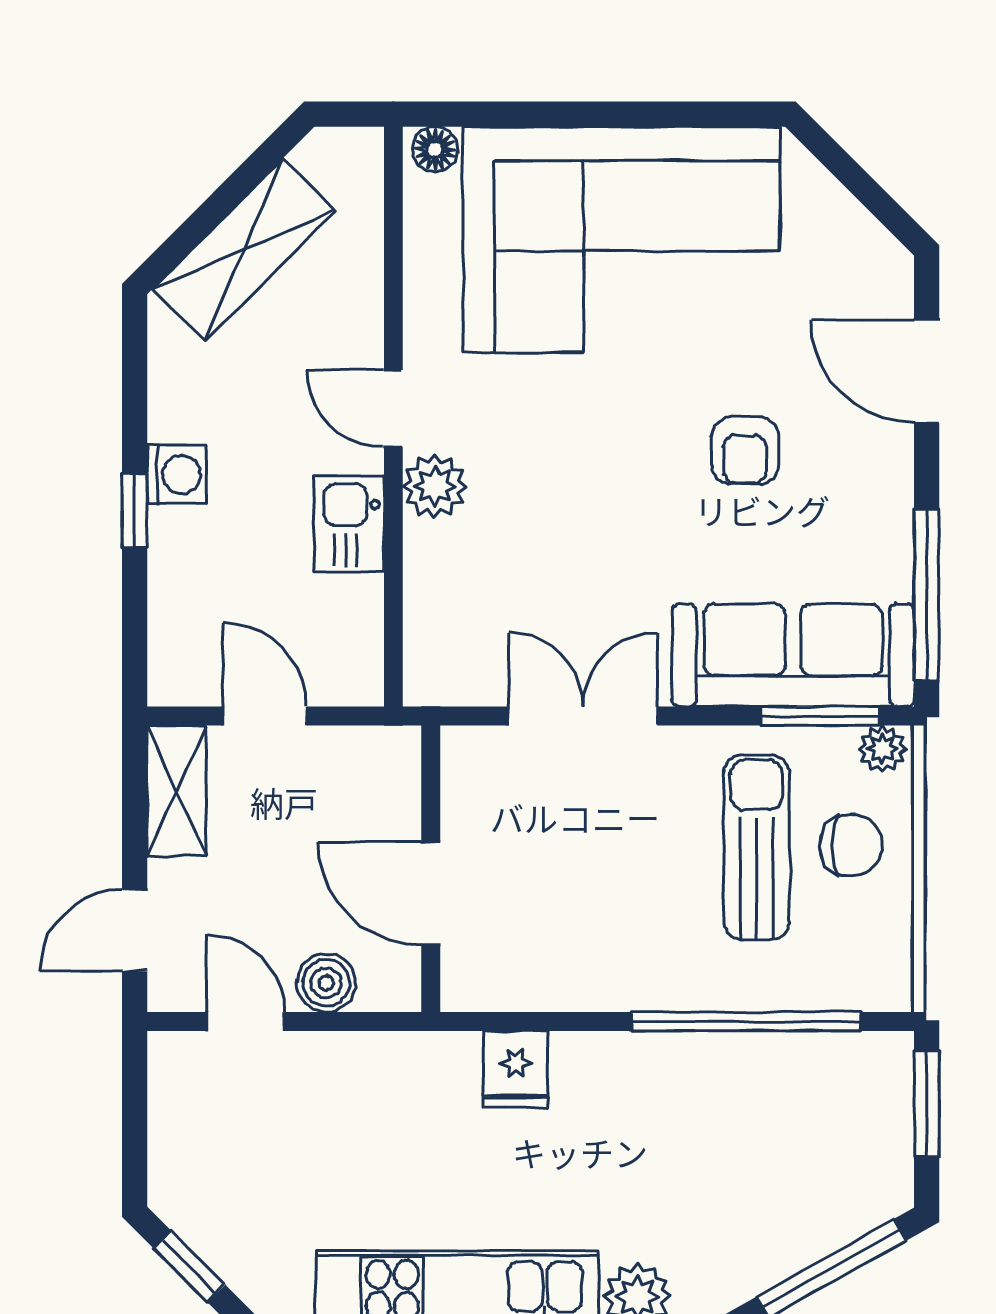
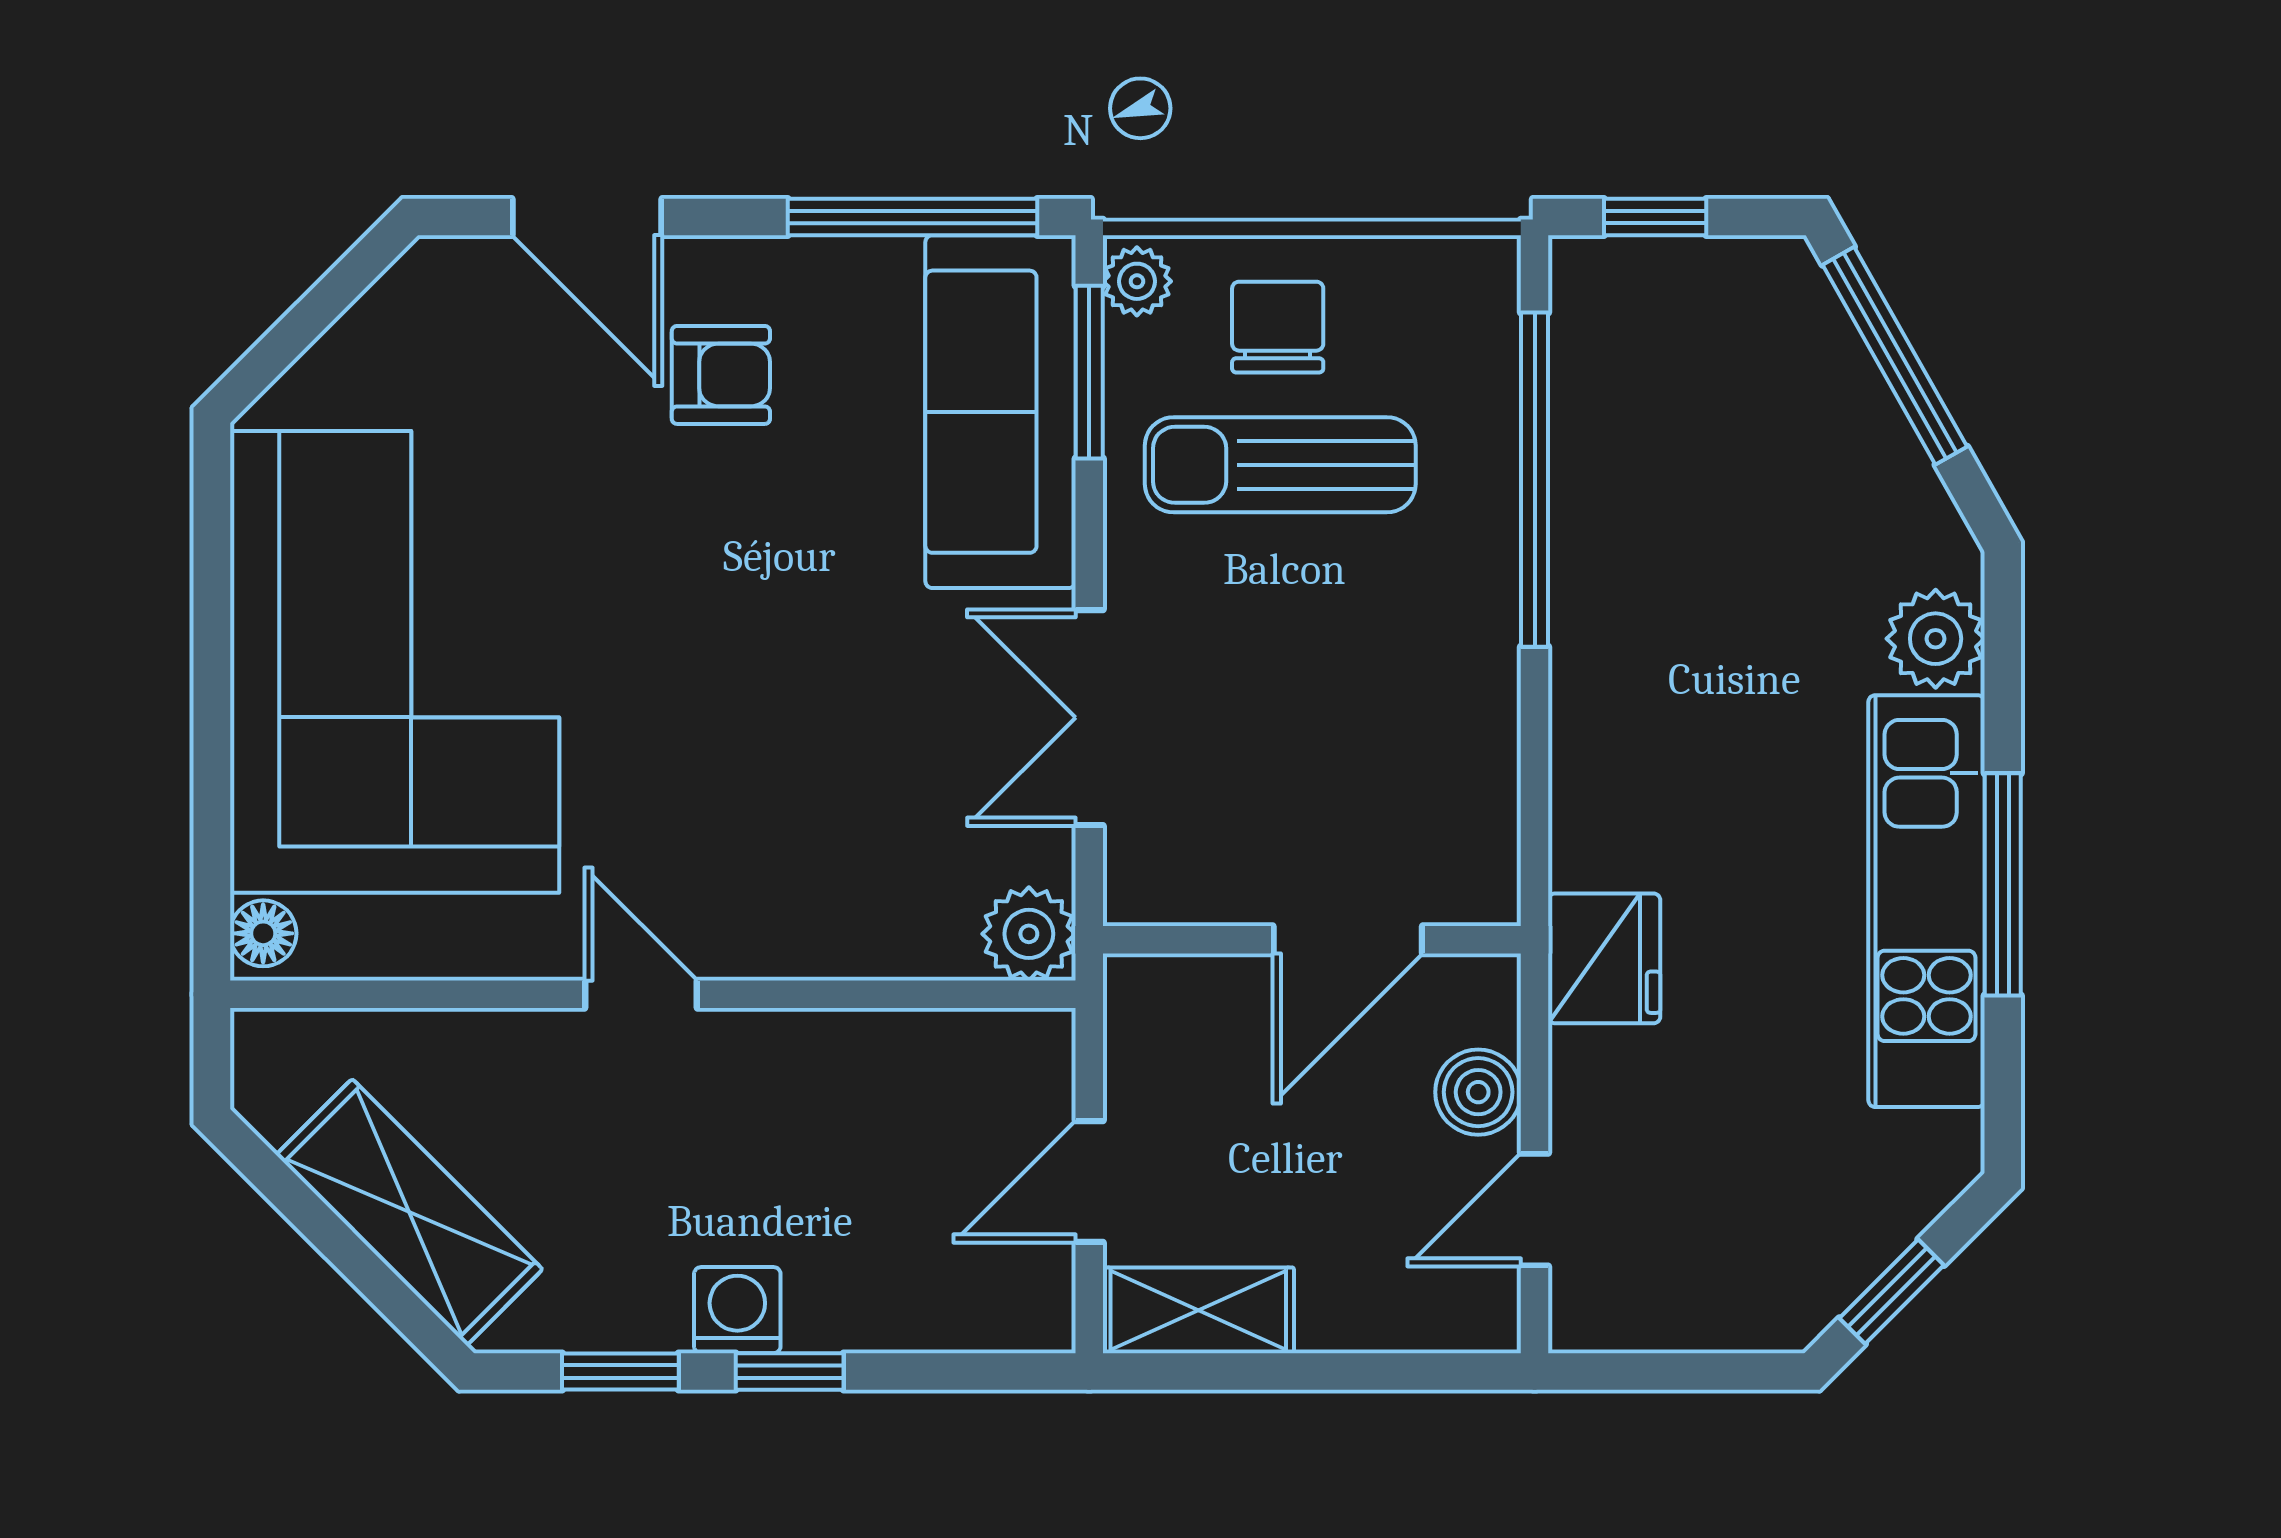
door: (927, 372) -> (587, 217), hinge flipped
window: (135, 394) -> (620, 1371), added
door: (393, 409) -> (641, 994), swing flipped
armchair: (745, 451) -> (721, 375), moved
plant: (435, 486) -> (1029, 934), moved
kitchen sink: (349, 524) -> (809, 1059), removed
door: (135, 930) -> (1402, 1371), removed
fridge: (516, 1069) -> (1604, 958), moved, width x1.38
window: (927, 1104) -> (1655, 217), width x0.67

